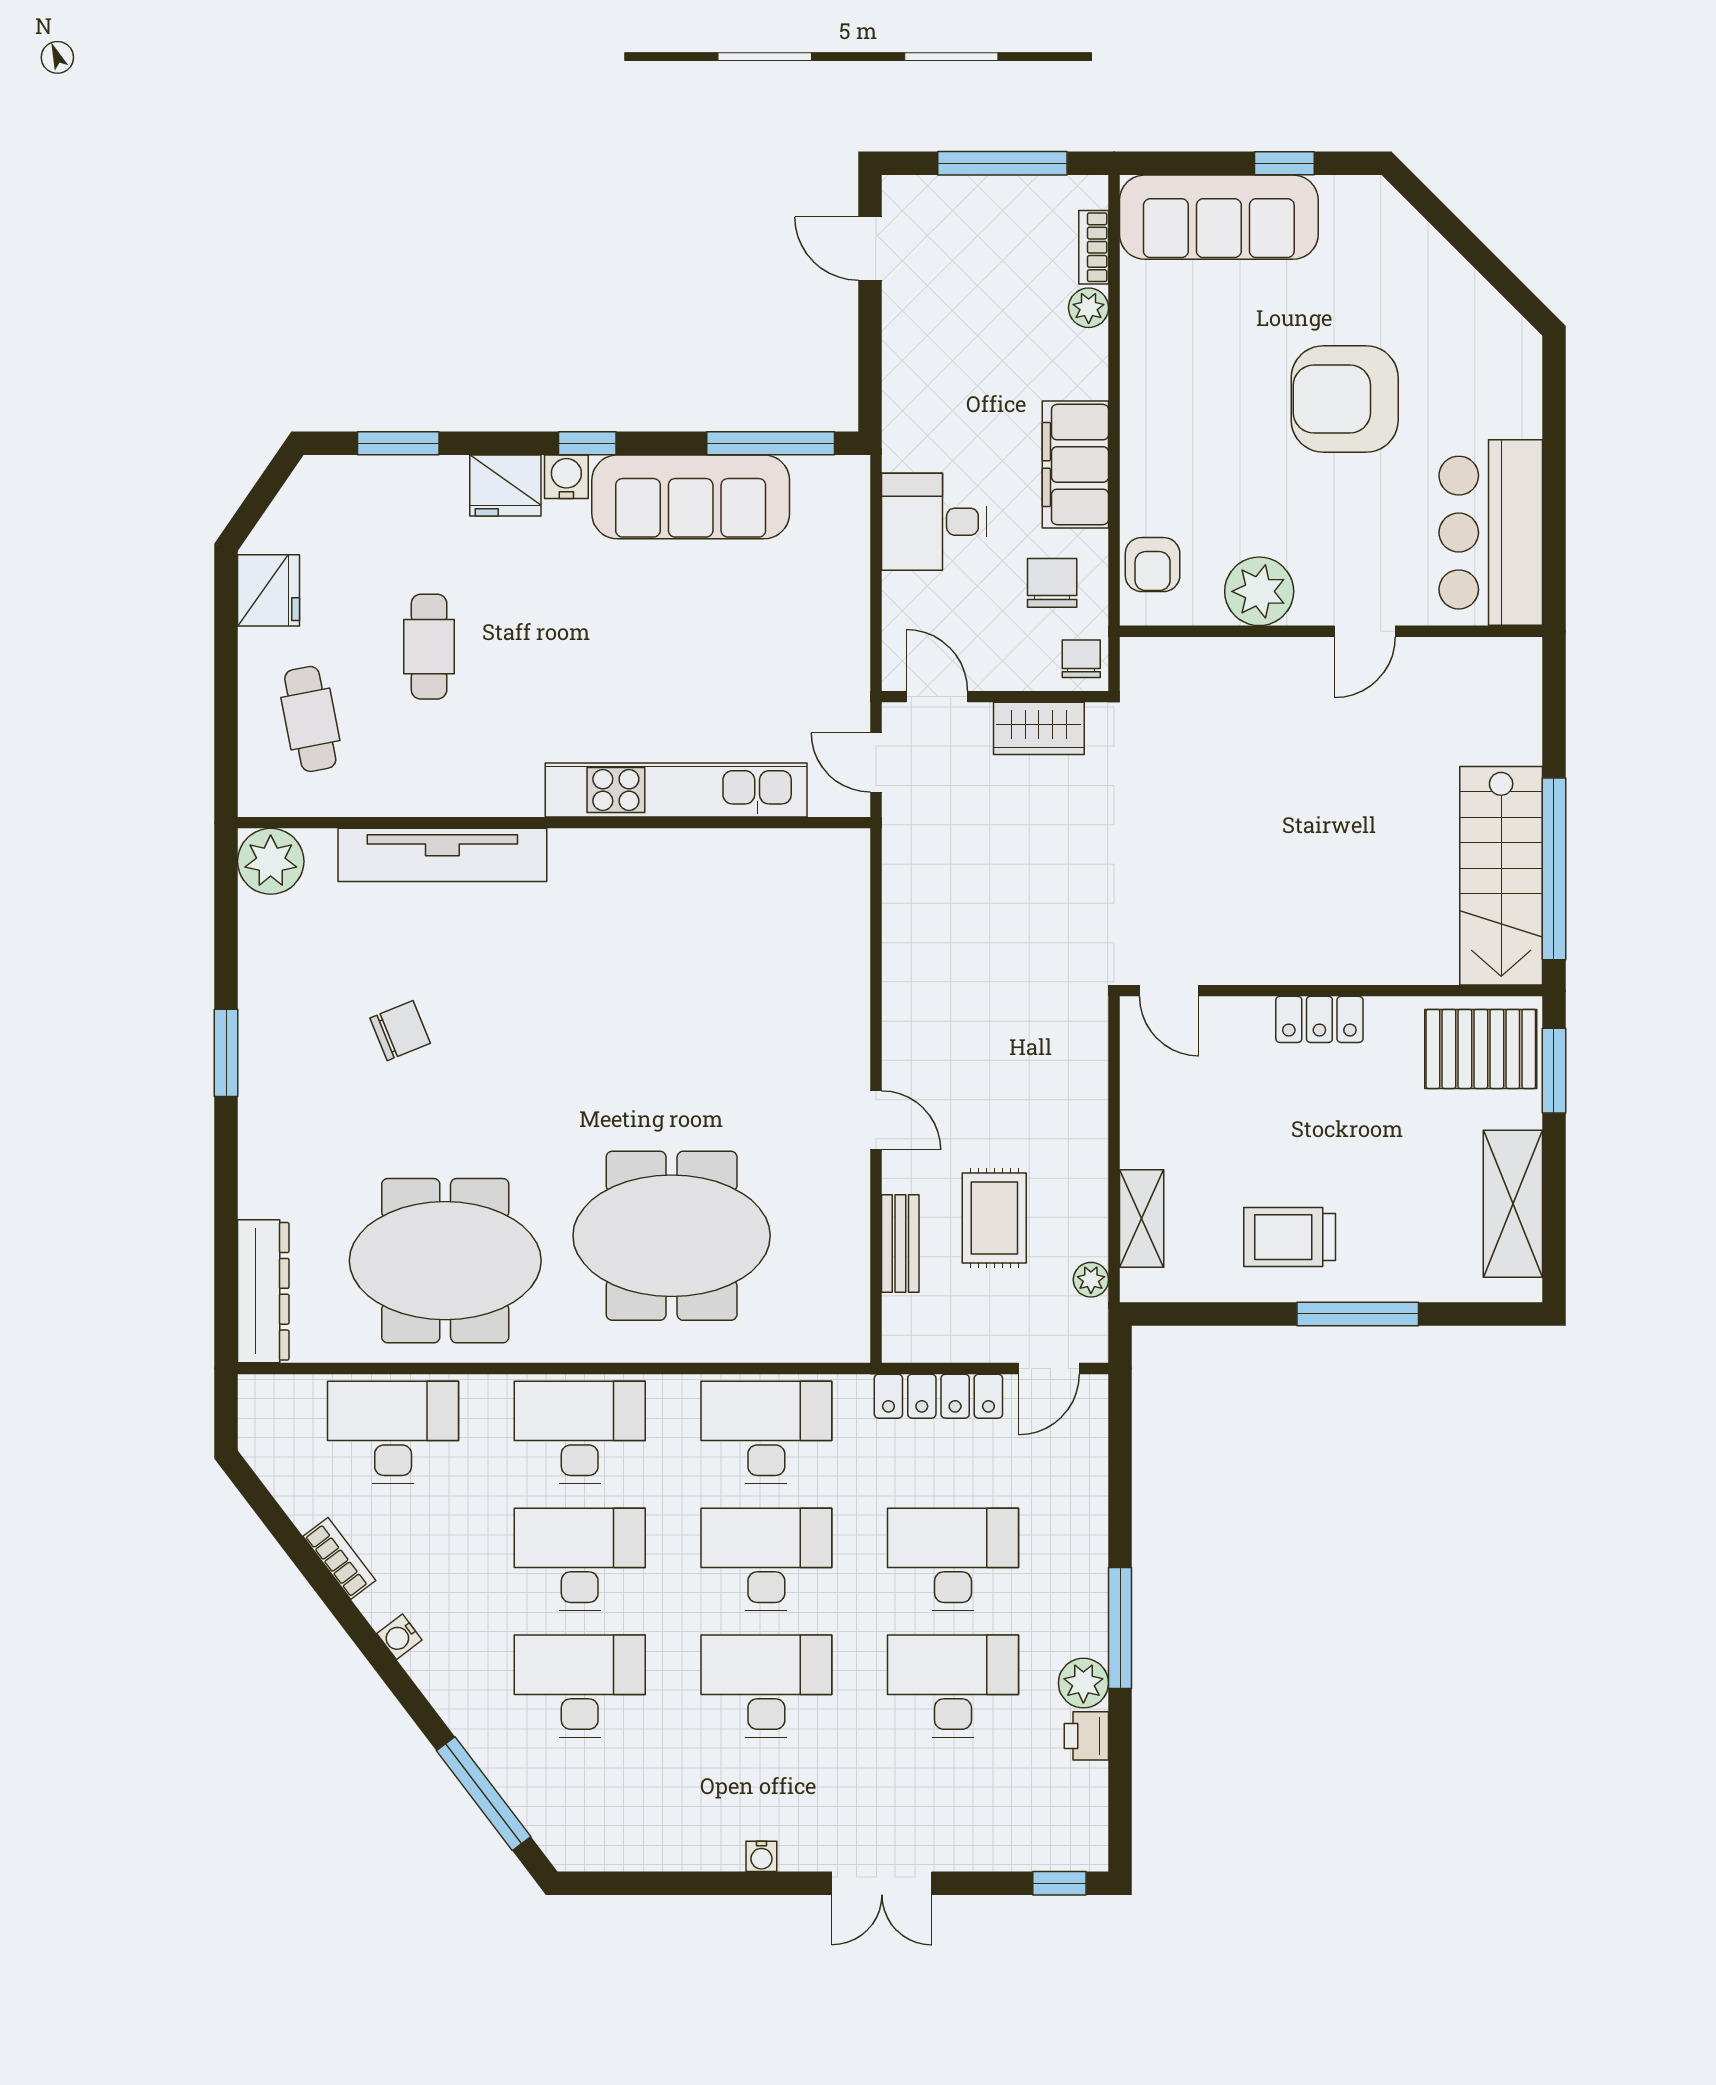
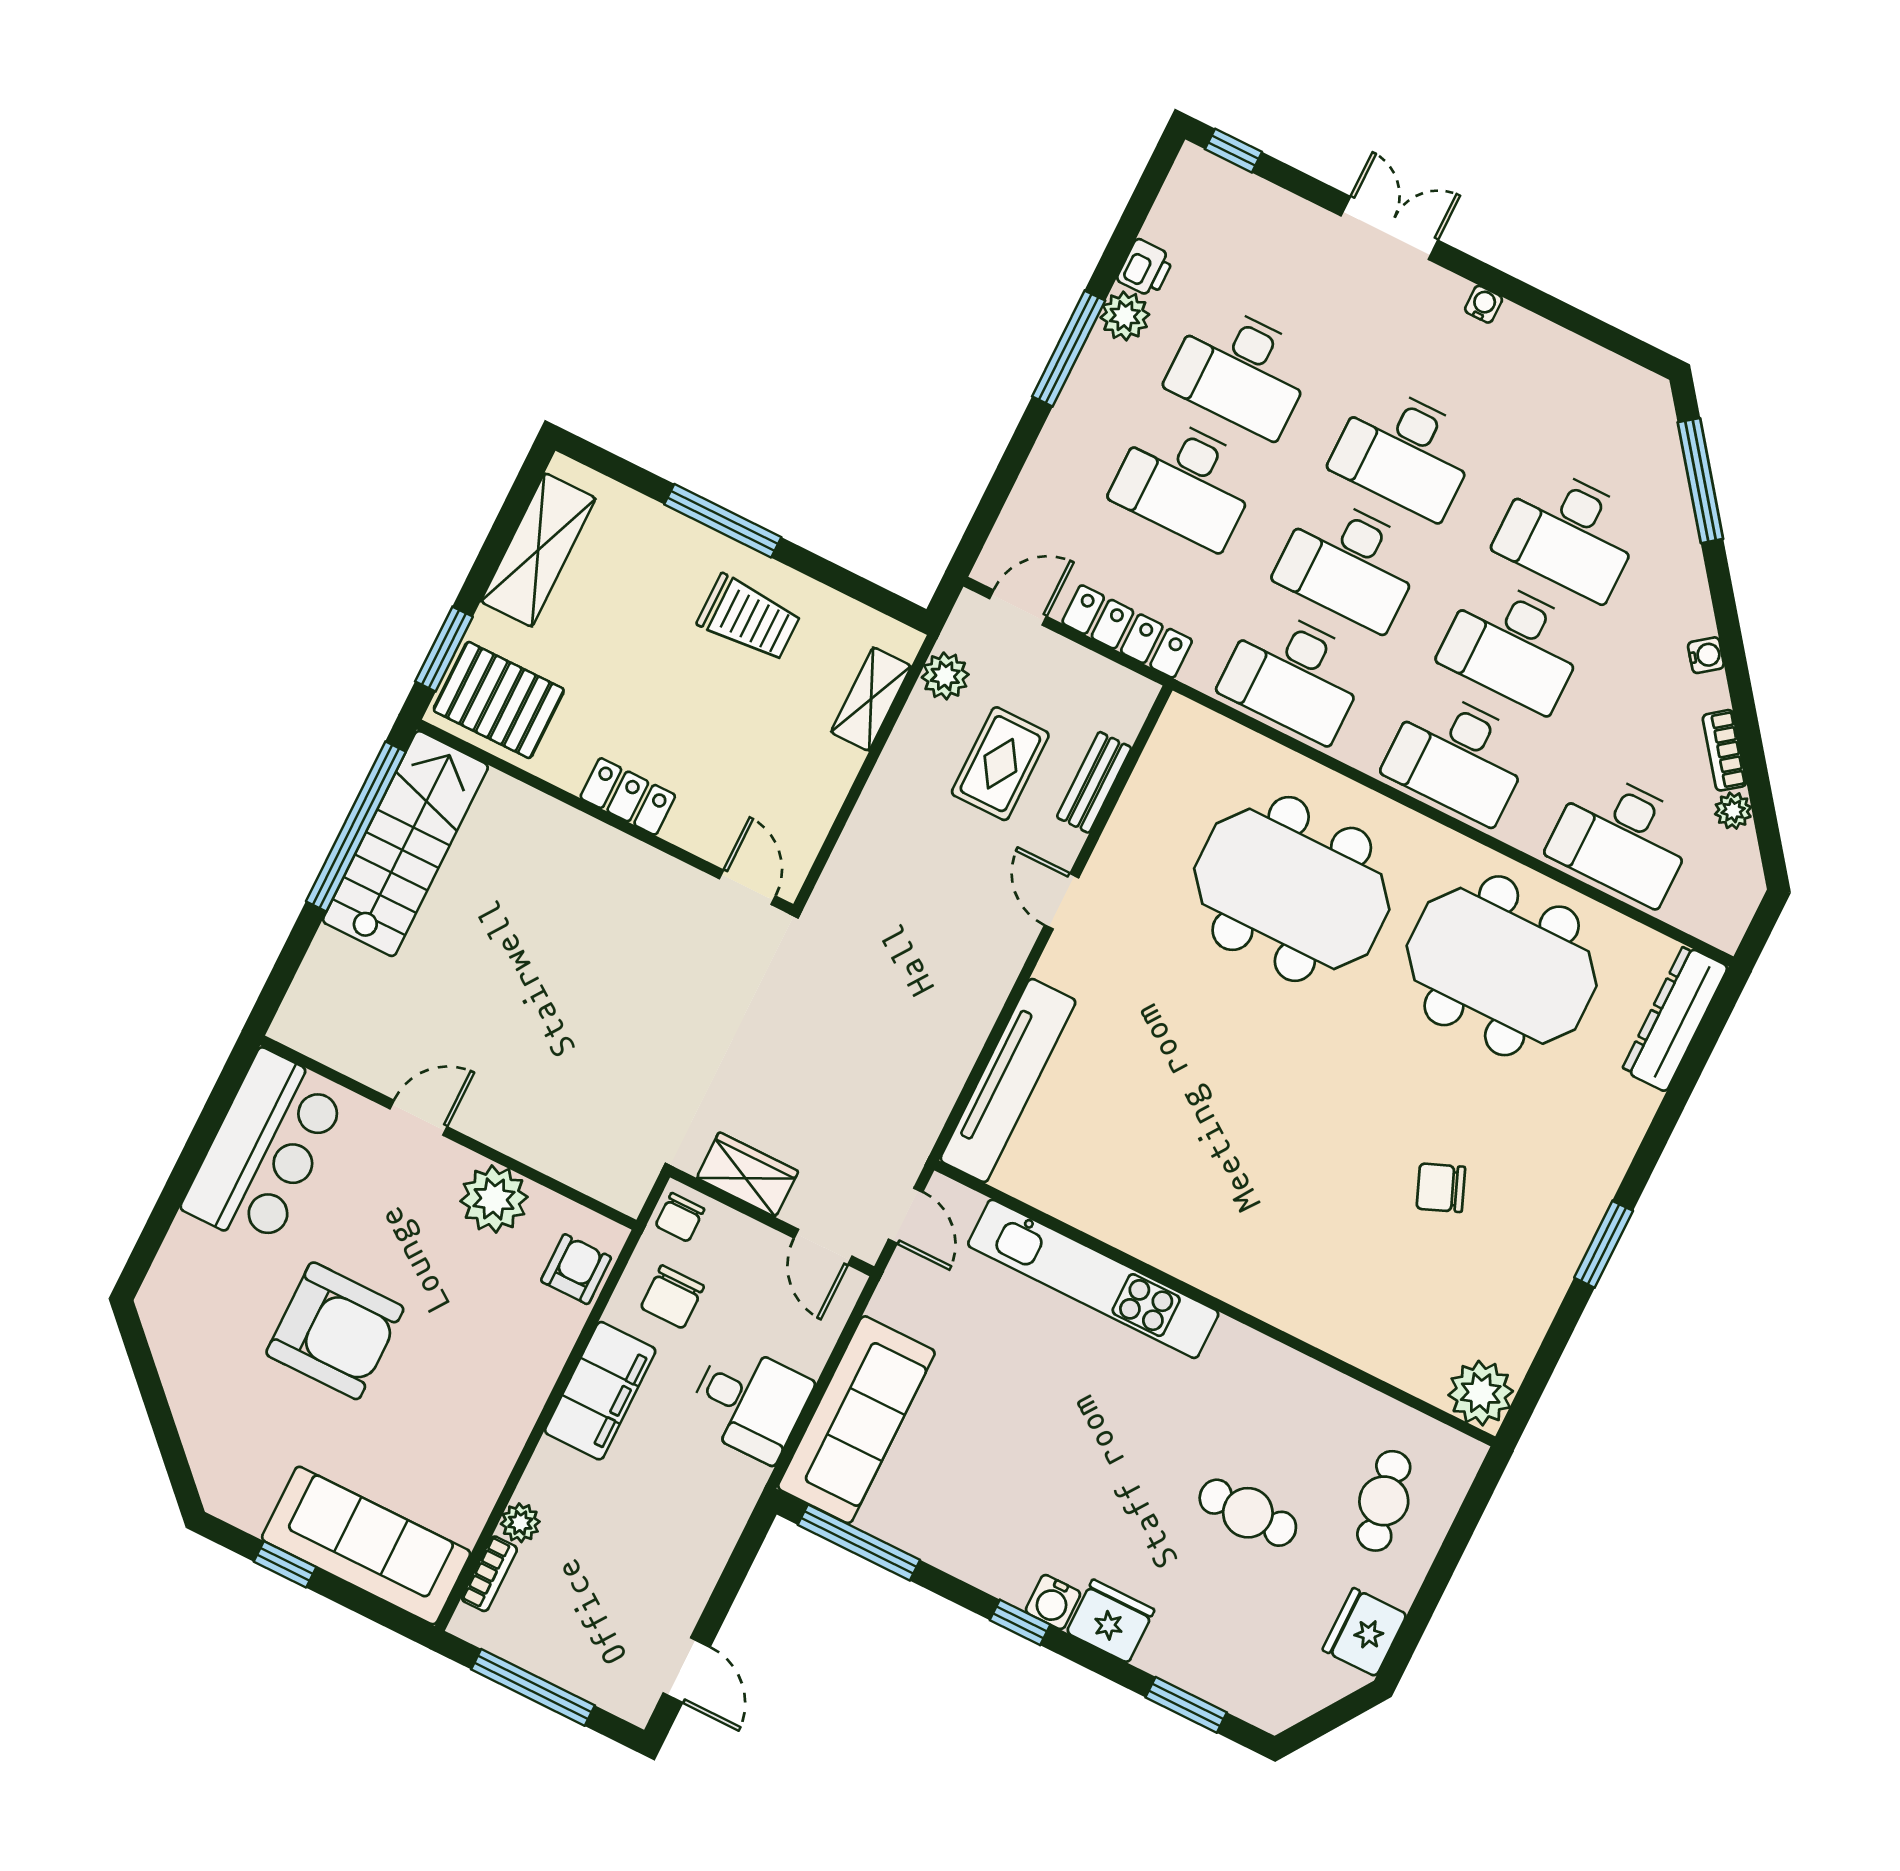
sofa: (691, 497) -> (856, 1420), moved, turned 90
cafe table: (429, 647) -> (1248, 1513), turned 90
tv unit: (442, 855) -> (1008, 1080), moved, turned 90
plant: (1091, 1280) -> (945, 676), width x1.38, depth x1.38
plant: (304, 1507) -> (1733, 811), added

